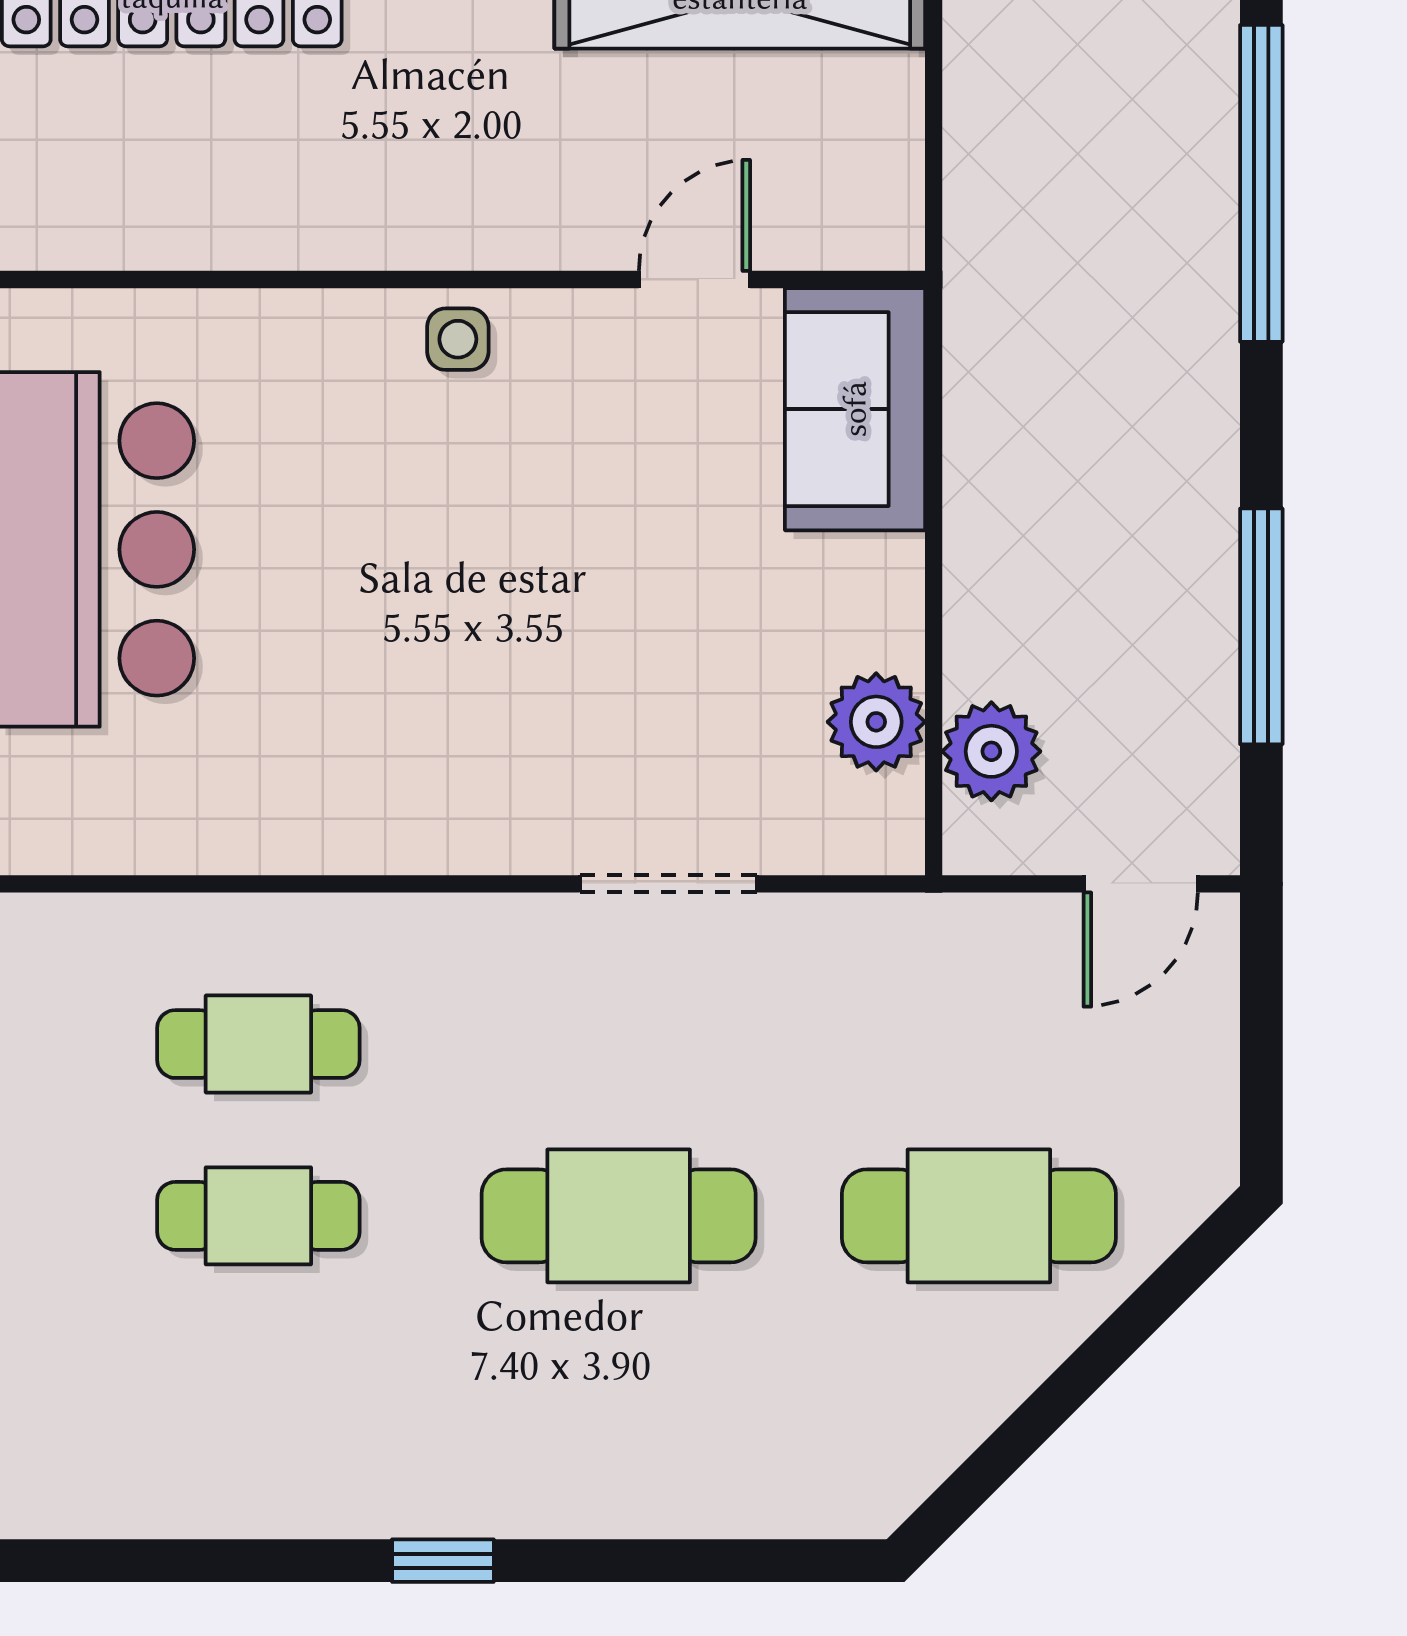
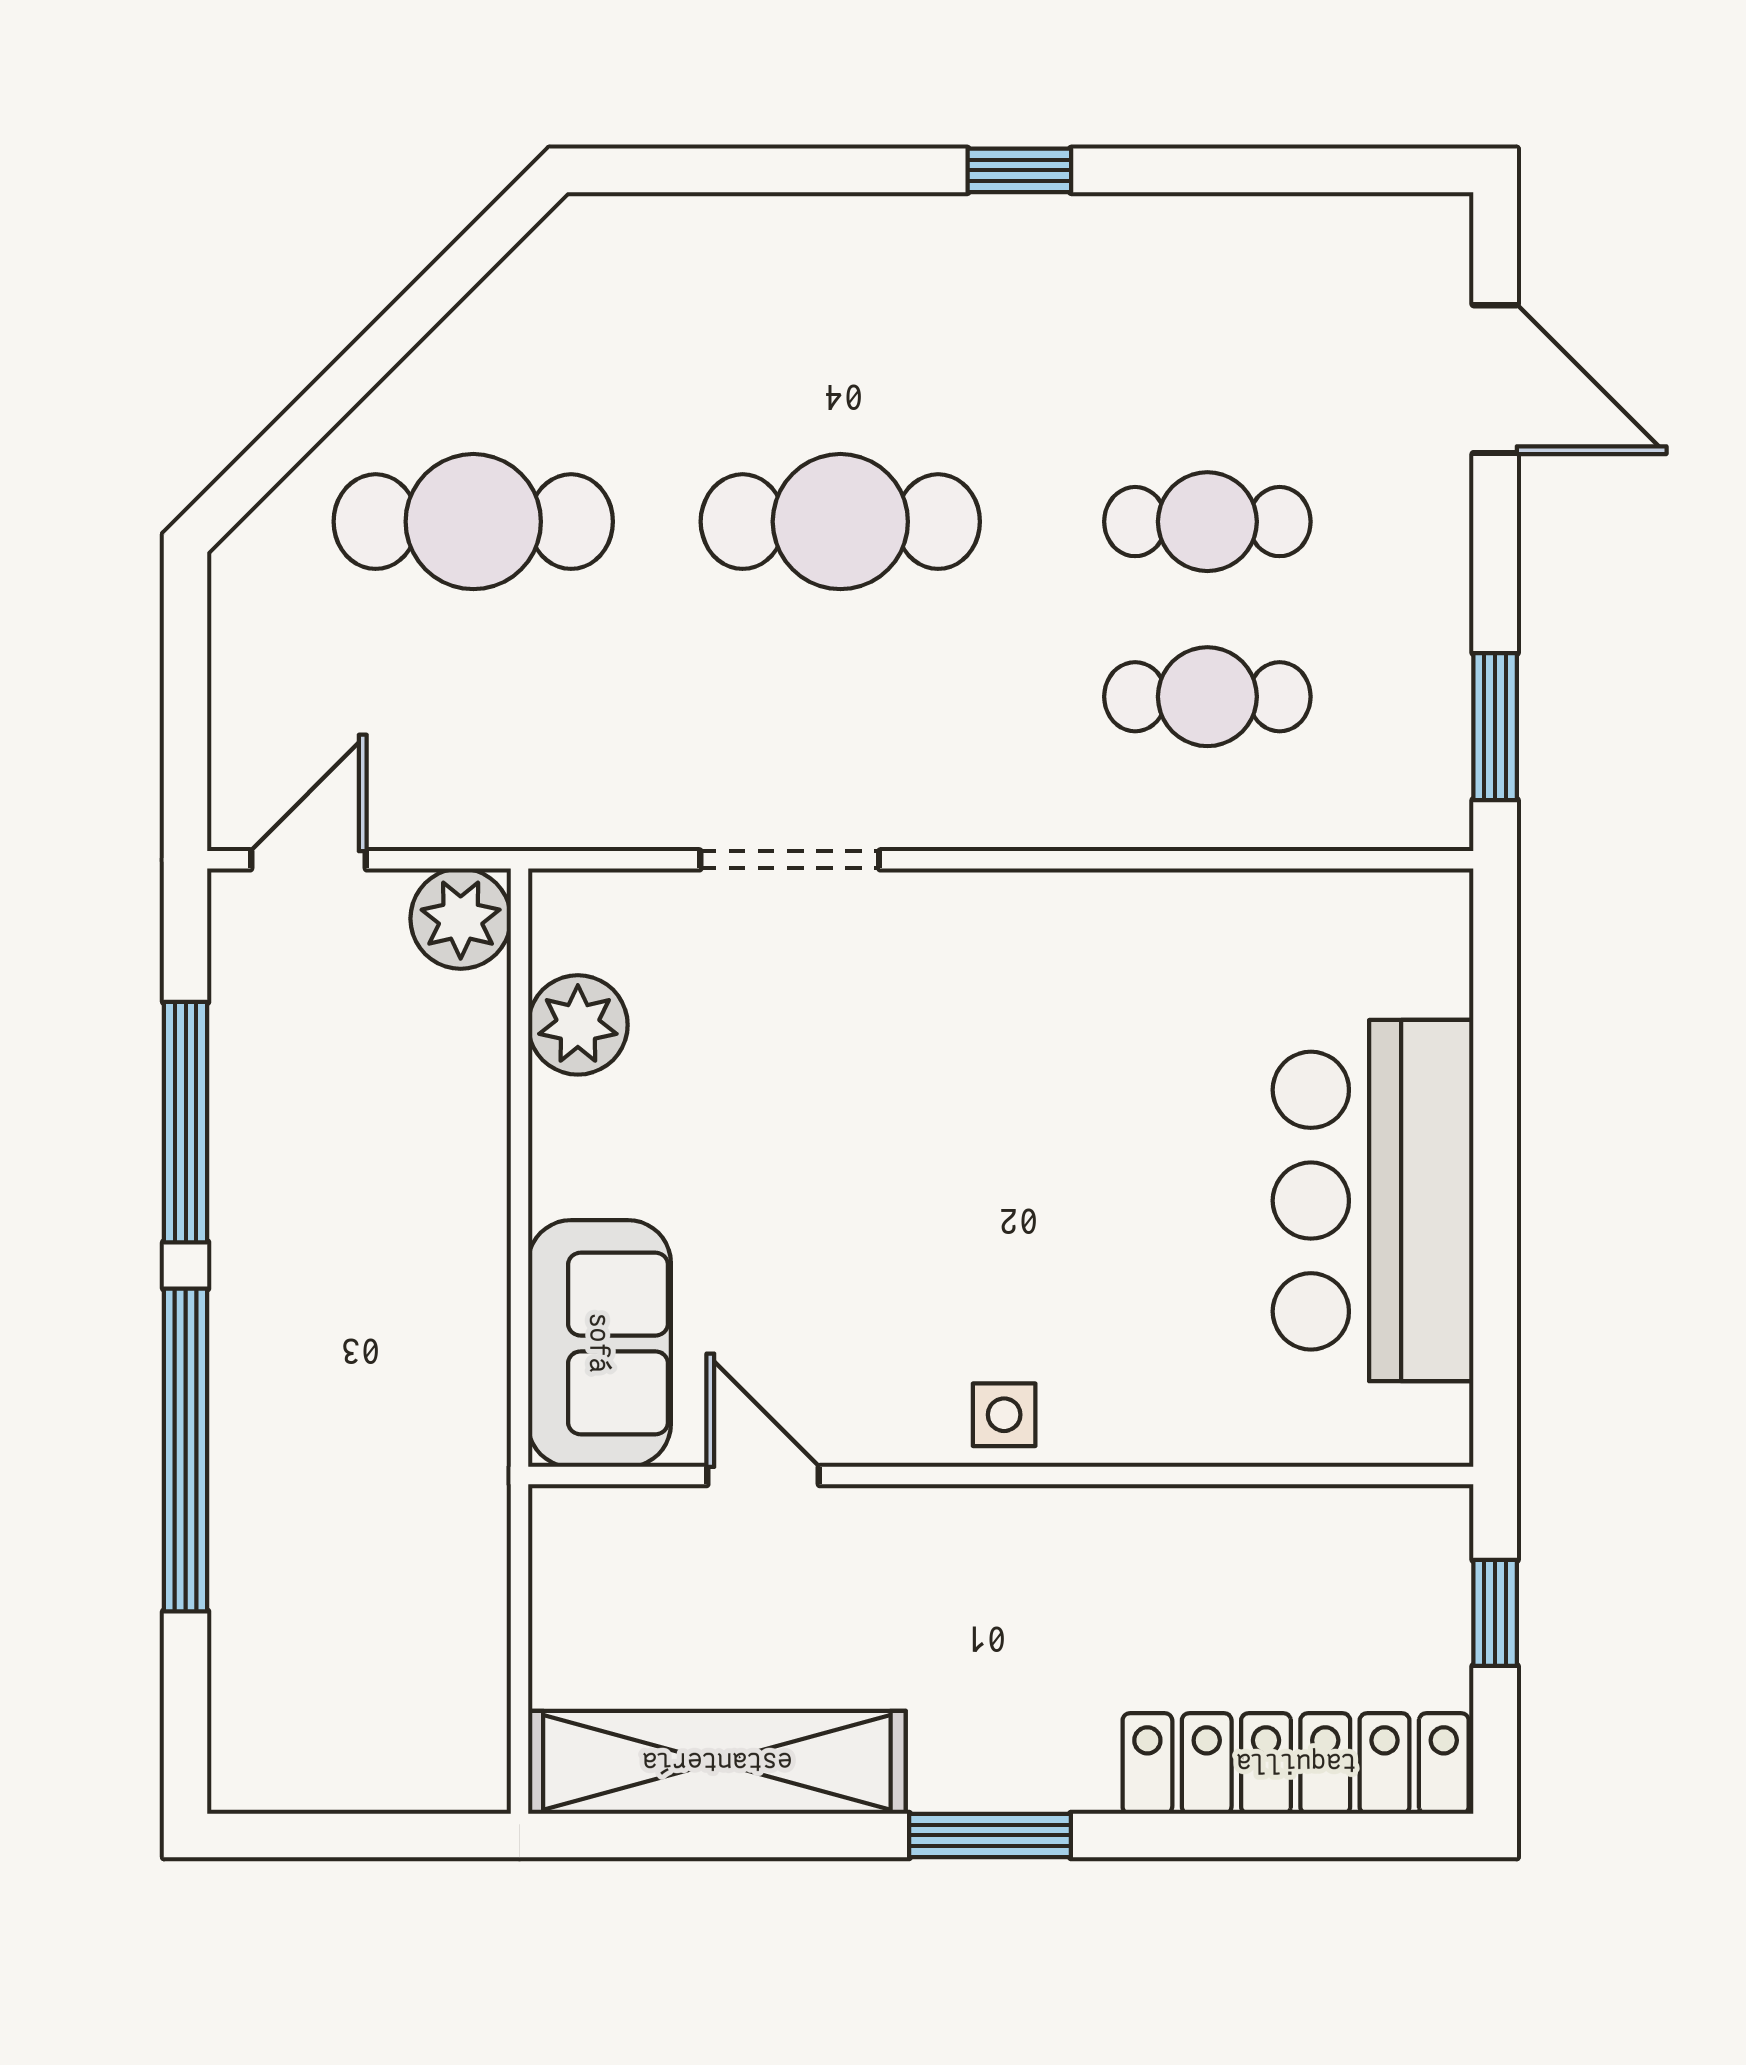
window: (1261, 183) -> (186, 1450), moved
door: (694, 279) -> (763, 1476), swing flipped
plant: (991, 751) -> (461, 919), moved

